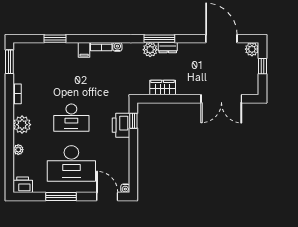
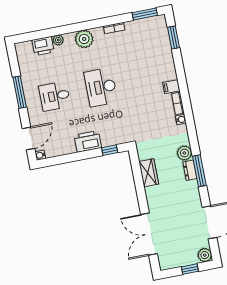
window: (55, 39) -> (173, 38), moved
window: (159, 39) -> (199, 171), moved
printer: (121, 125) -> (88, 141), moved
desk: (71, 164) -> (55, 96), width x0.53, depth x0.77
printer: (23, 185) -> (43, 46), moved, turned 90

